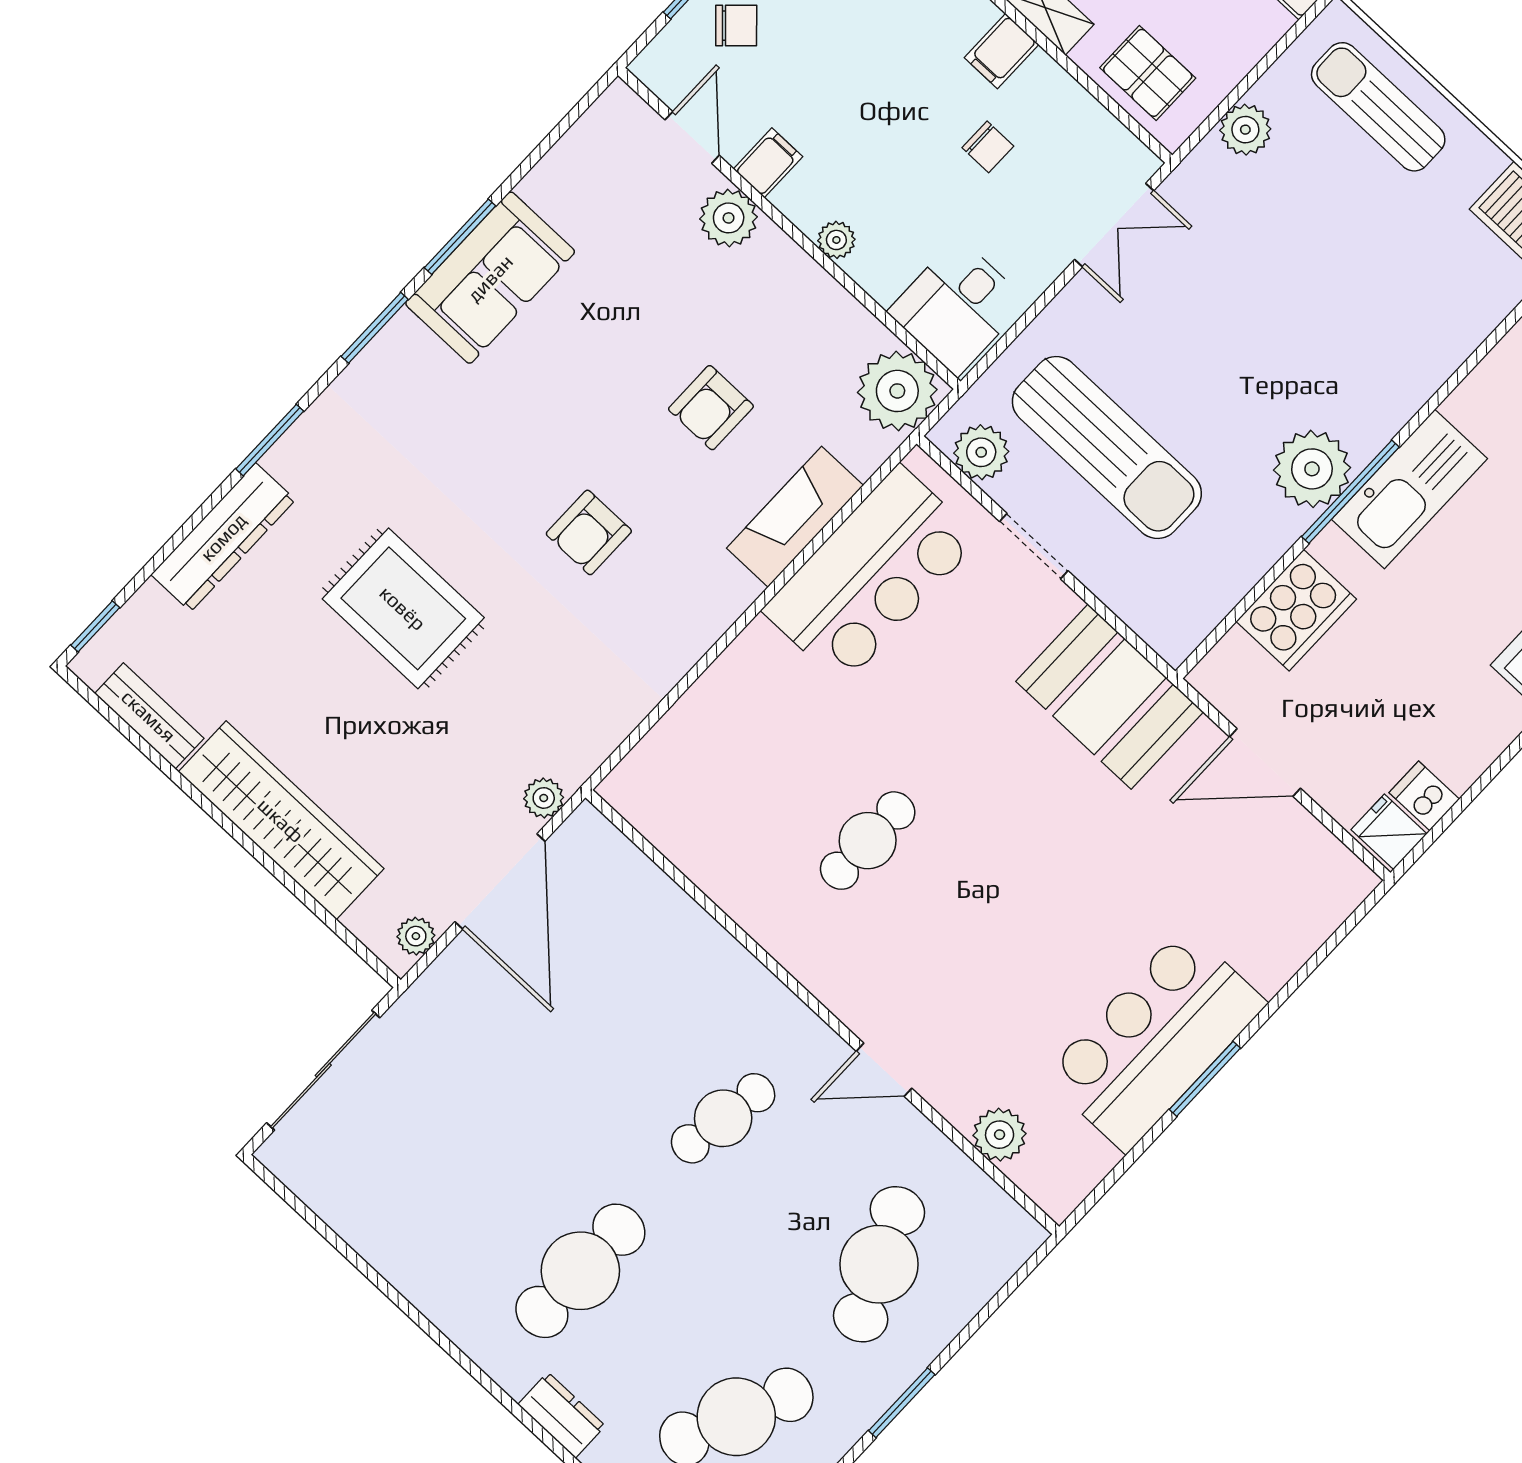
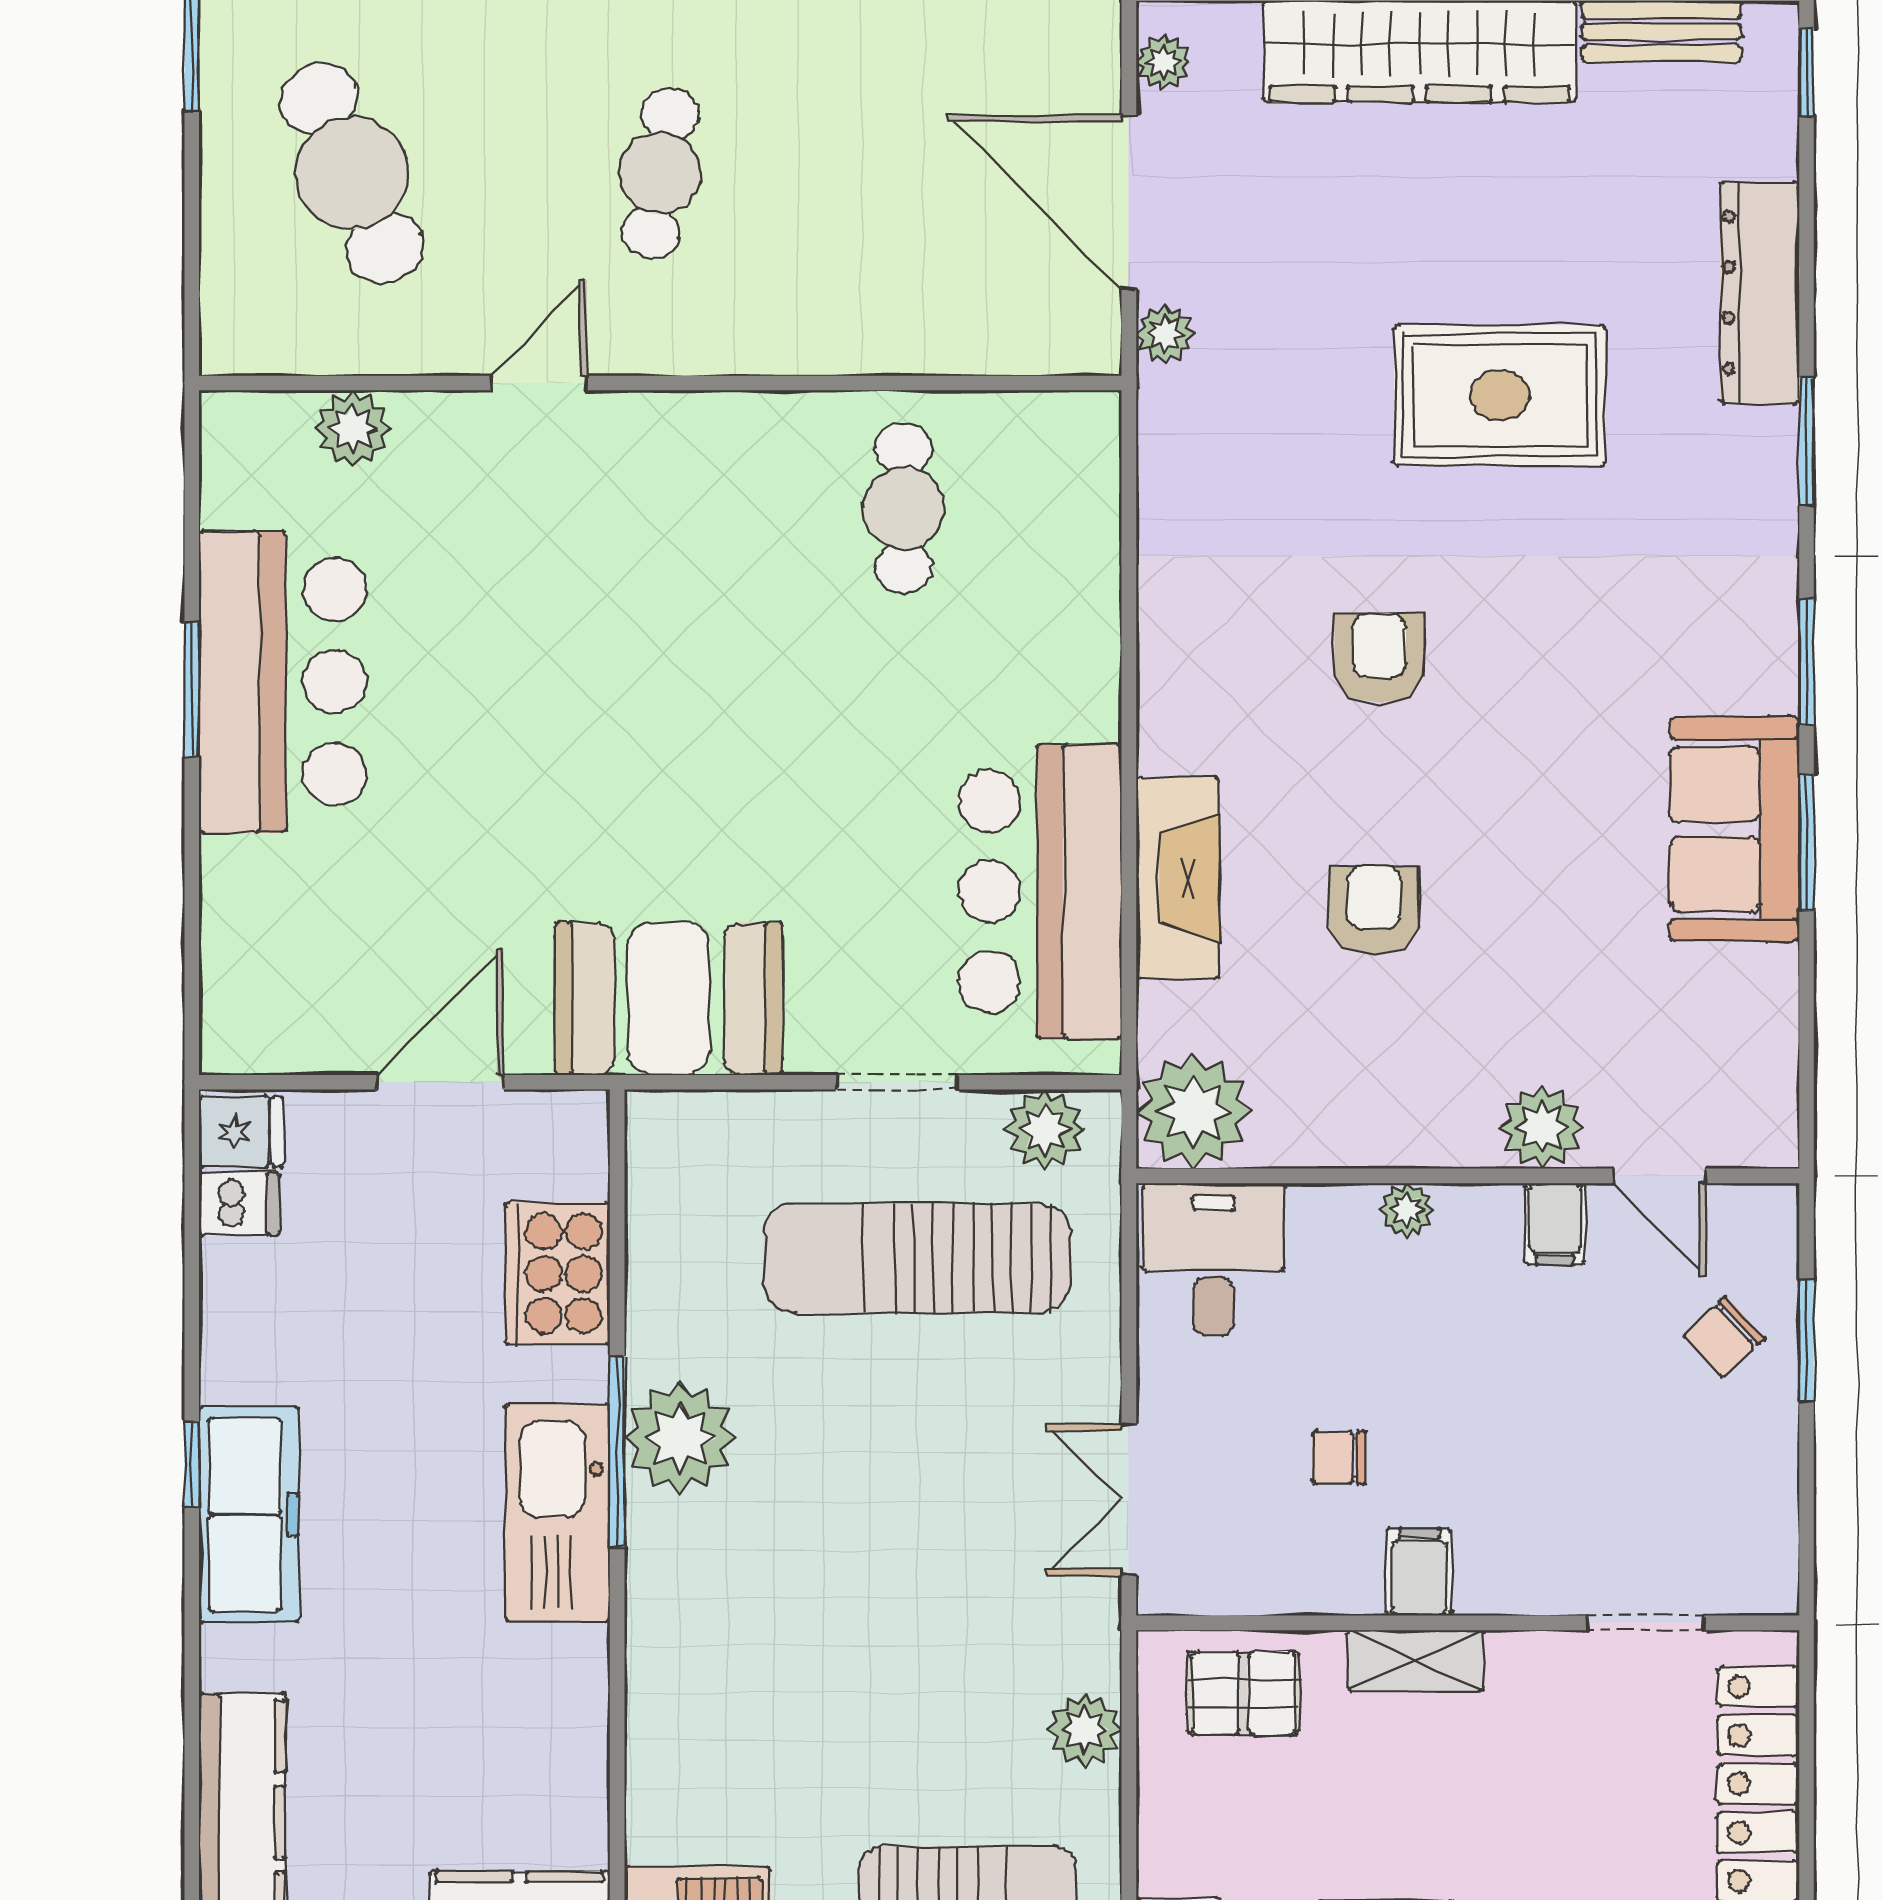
cafe table: (868, 841) -> (904, 508), moved

